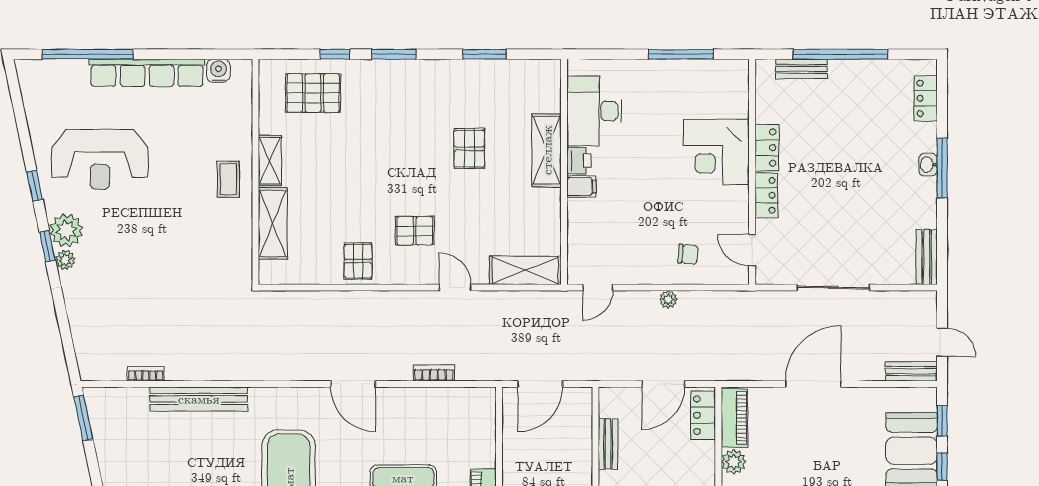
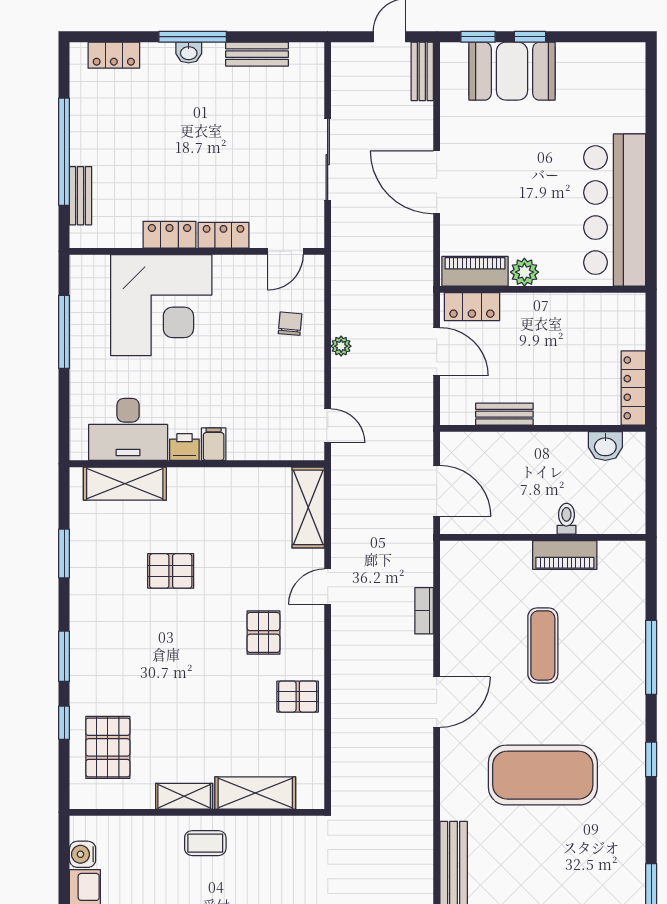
shelving: (547, 150) -> (125, 484), moved
corner desk: (716, 152) -> (161, 305), width x1.36, depth x1.36
bench: (927, 257) -> (257, 54), moved

